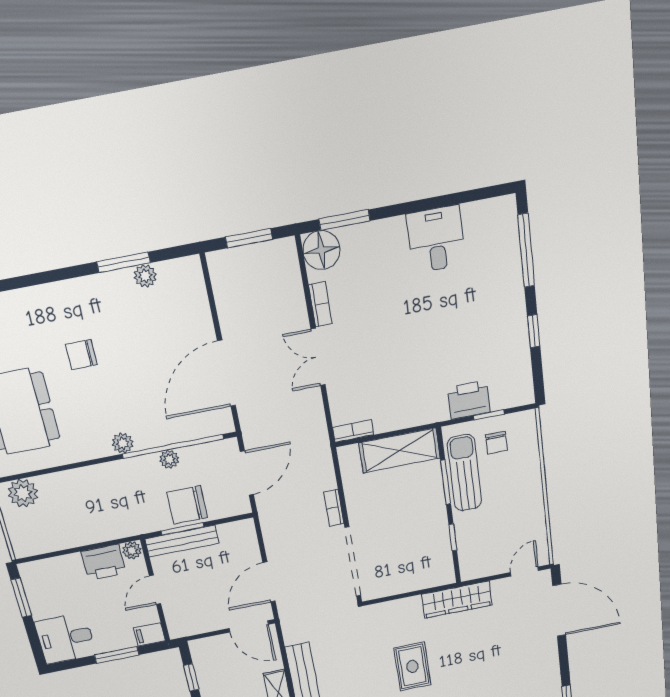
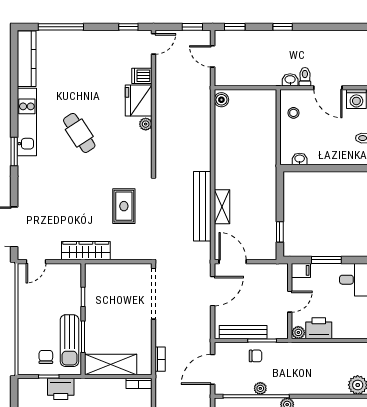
chair: (187, 505) -> (256, 356), width x0.54, depth x0.54
bookcase: (334, 508) -> (160, 359), moved
bench: (182, 541) -> (243, 332), moved

